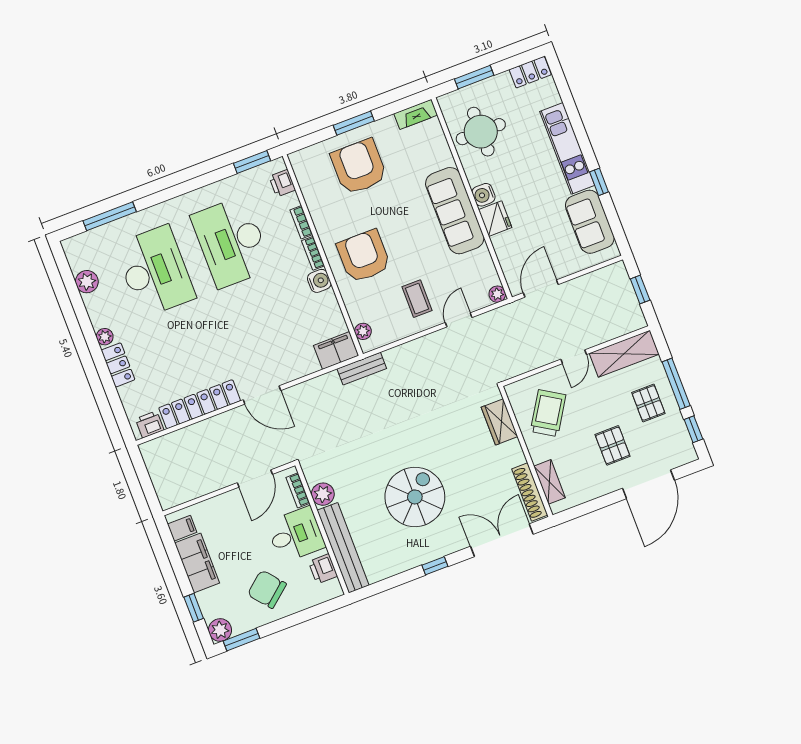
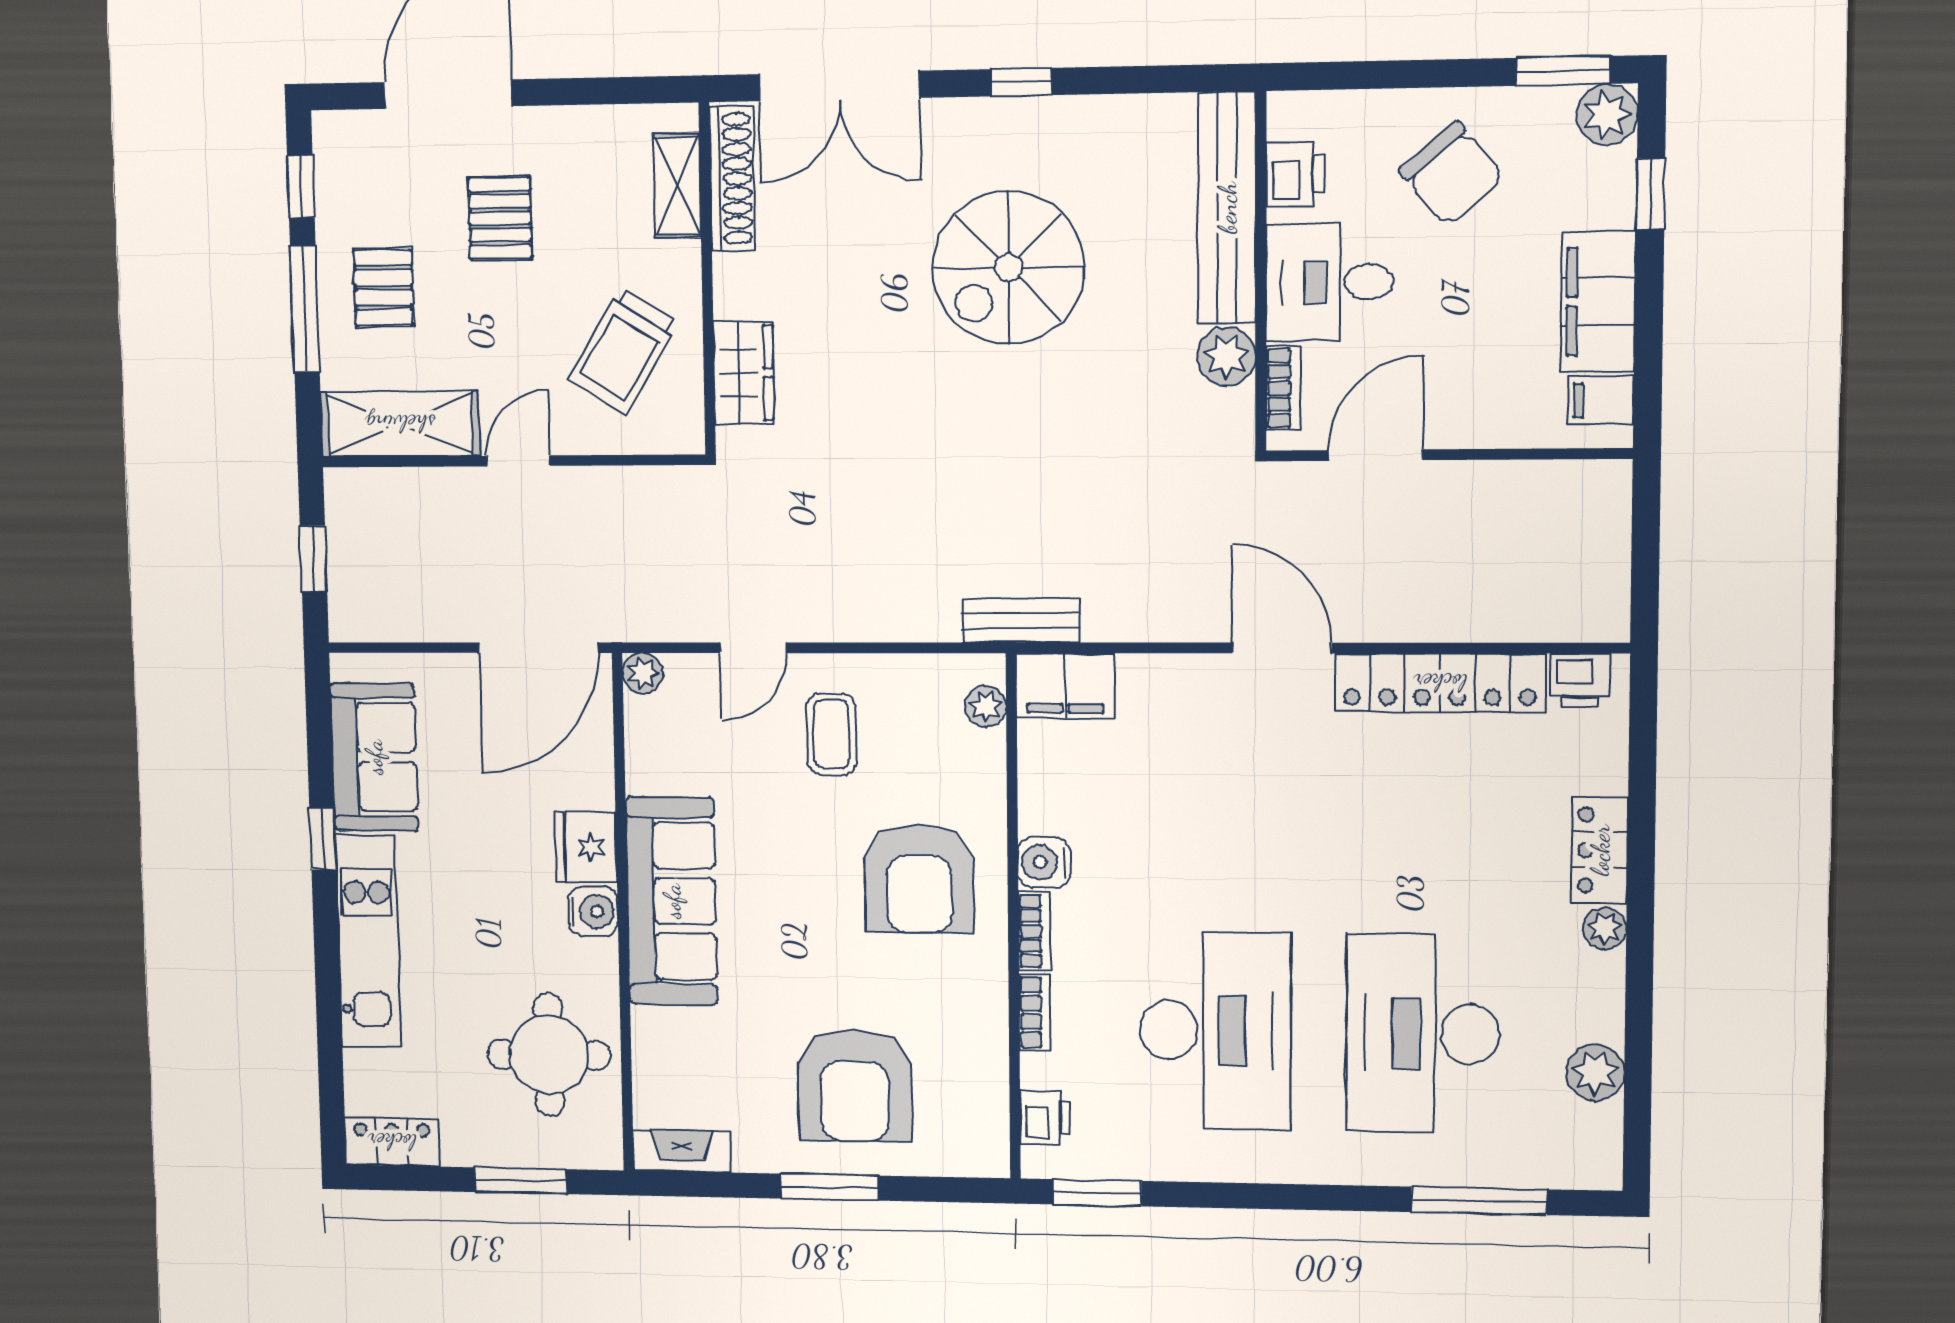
door: (541, 289) -> (538, 648), width x1.36

